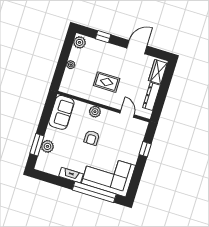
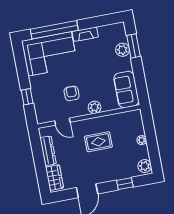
armchair: (92, 138) -> (72, 93), moved

